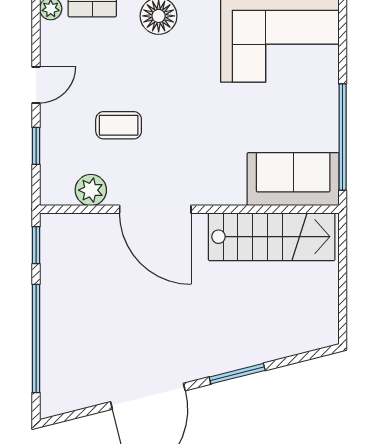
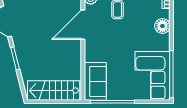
stairs: (272, 237) -> (54, 90), moved, turned 90

